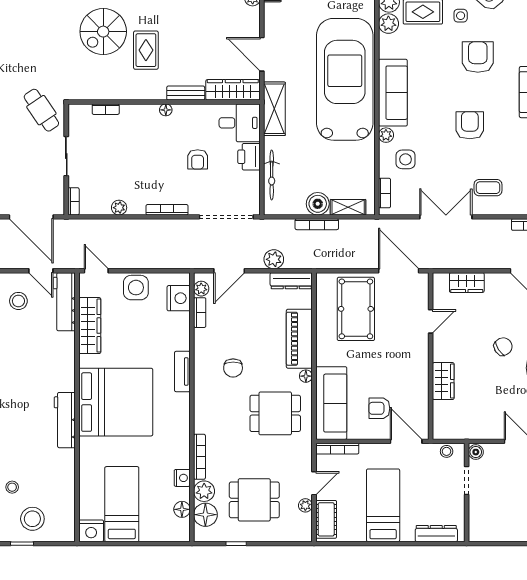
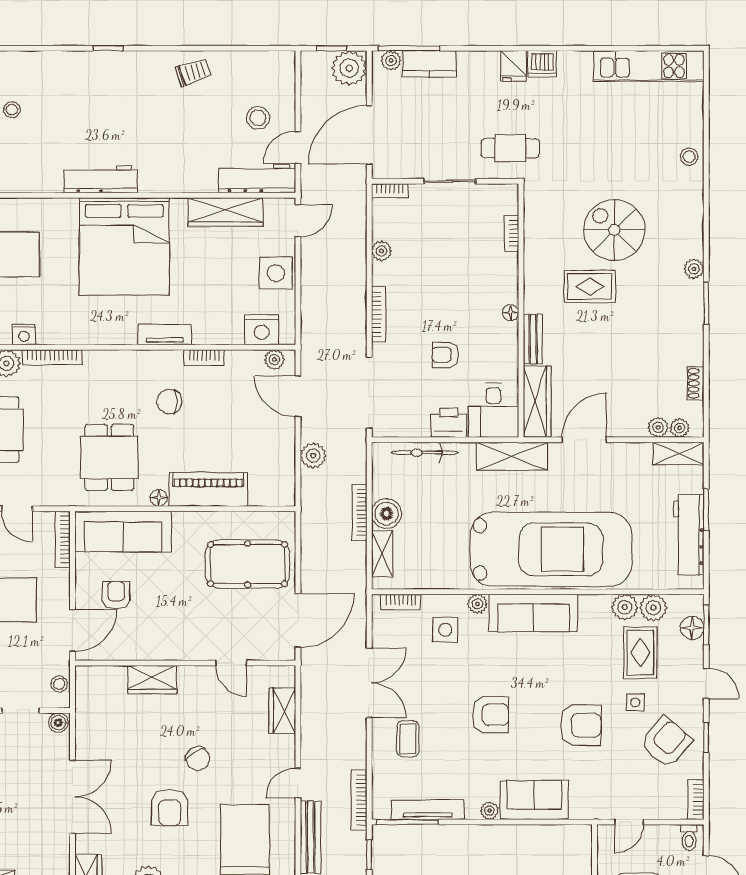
cafe table: (41, 110) -> (510, 148), turned 34
dresser: (291, 281) -> (285, 479), removed
bookcase: (200, 313) -> (204, 358), moved

